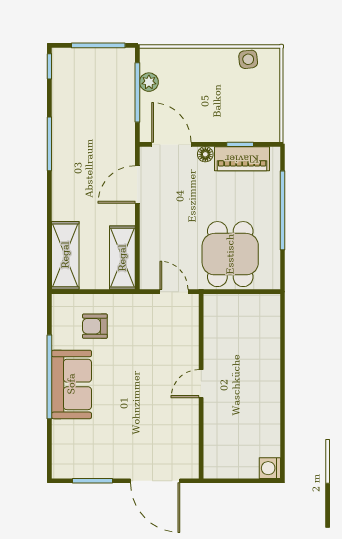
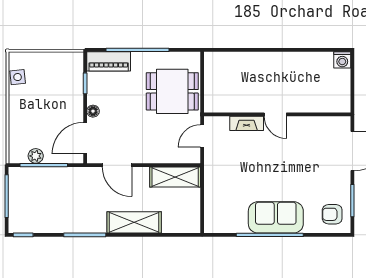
piano: (242, 159) -> (109, 61), moved, turned 90
shelving: (65, 255) -> (134, 222), moved
armchair: (95, 326) -> (332, 214), moved, turned 90
fireplace: (190, 348) -> (247, 123), added

